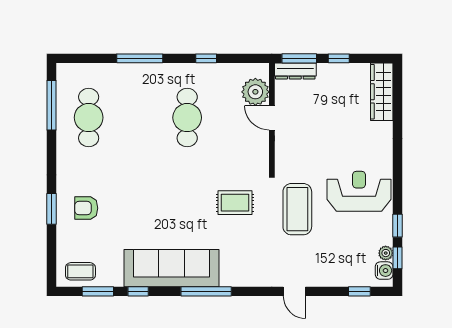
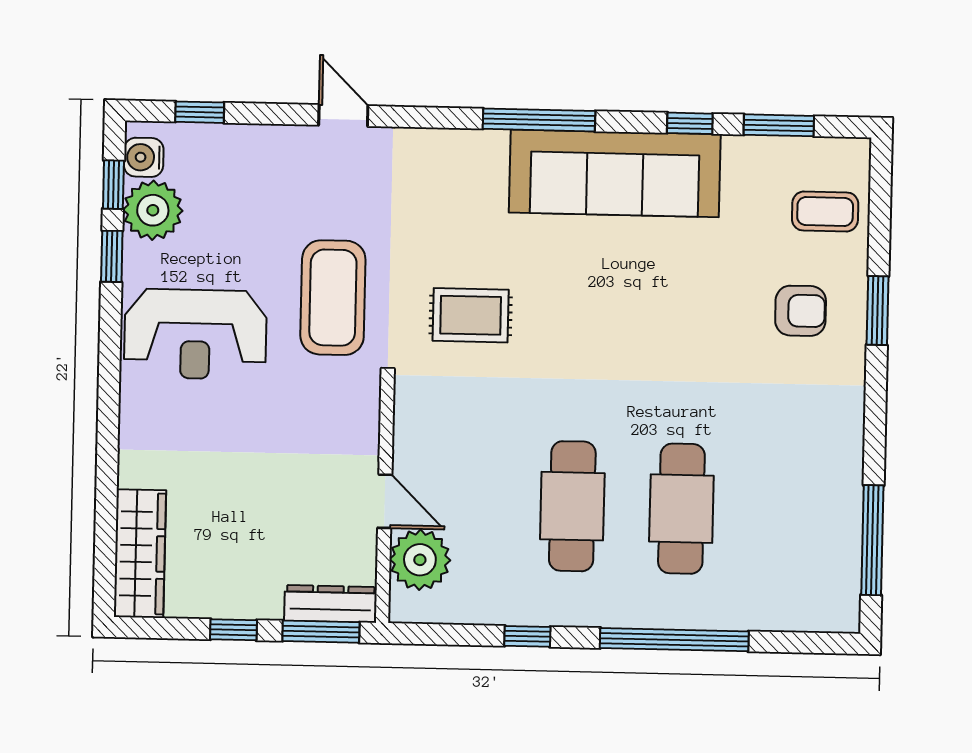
window: (140, 58) -> (674, 640), width x1.46
cafe table: (89, 118) -> (681, 509), moved
plant: (386, 253) -> (153, 210), width x1.88, depth x1.88
coffee table: (80, 271) -> (825, 212), moved

